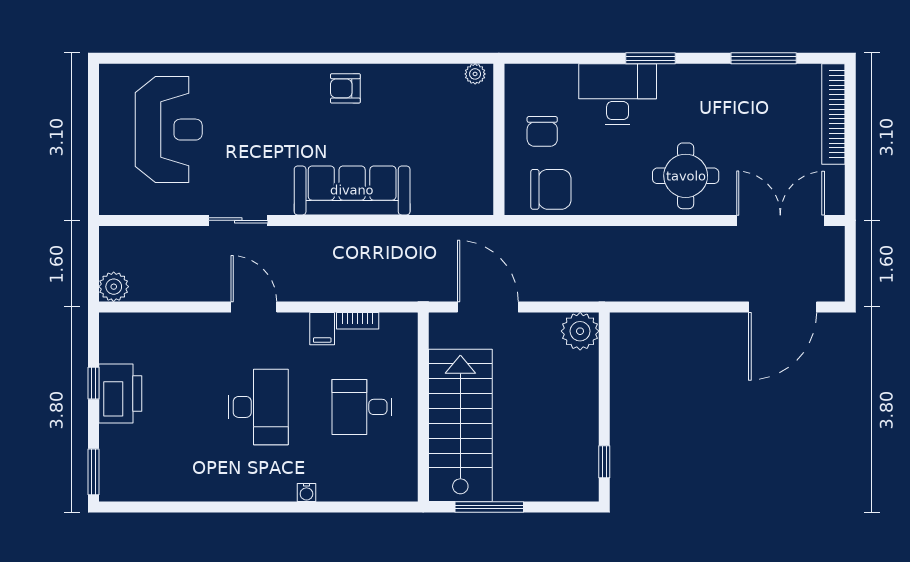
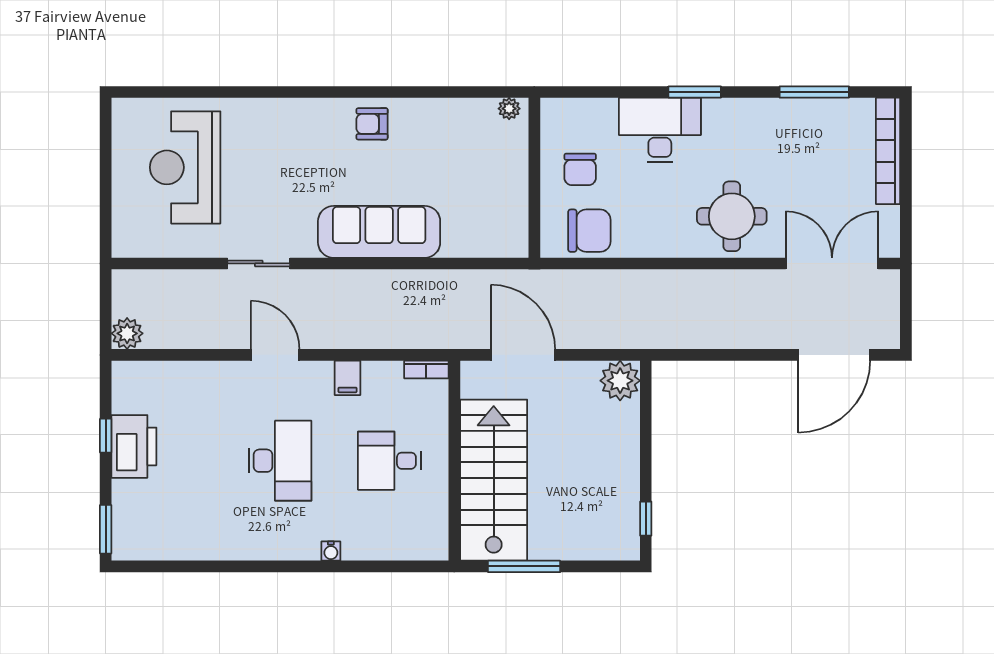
reception desk: (169, 130) -> (185, 167), turned 180
bookcase: (358, 321) -> (426, 370), moved

